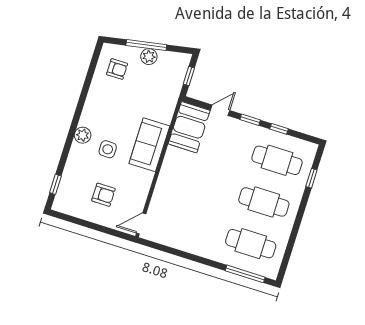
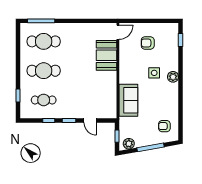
plant: (149, 57) -> (129, 144), moved
door: (220, 110) -> (90, 121), hinge flipped
booth: (189, 127) -> (107, 55), moved
sofa: (149, 145) -> (128, 100), moved
cafe table: (277, 160) -> (44, 100), width x0.73, depth x0.74

